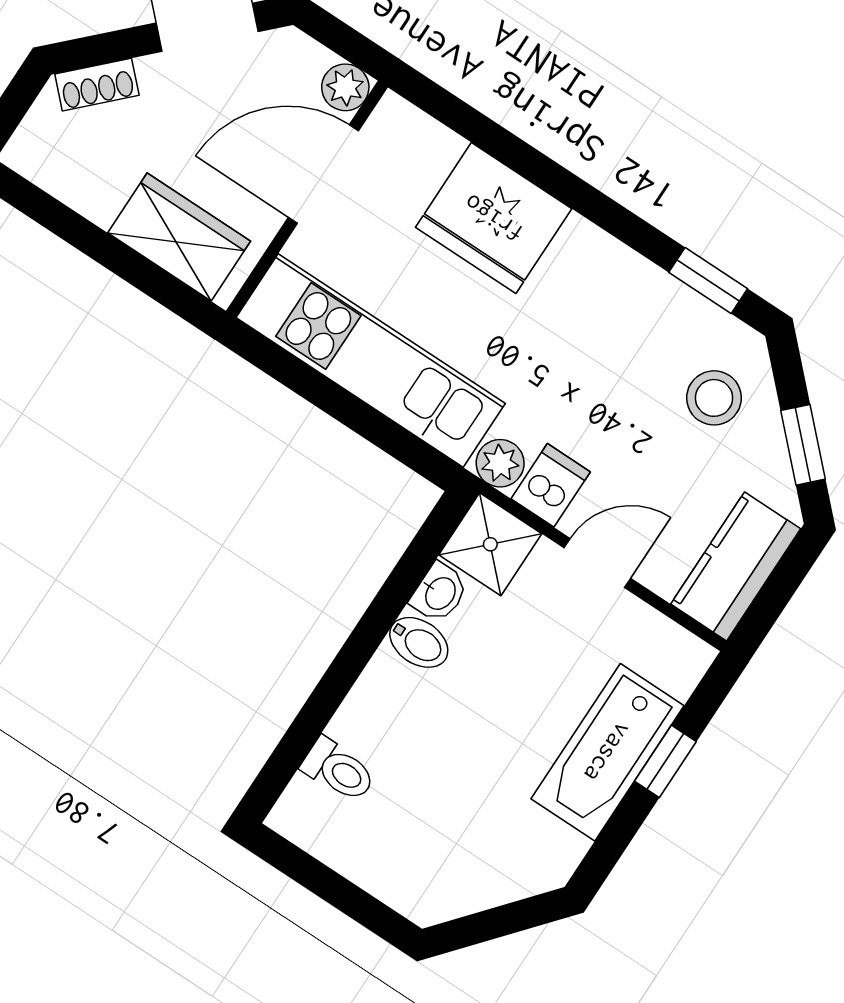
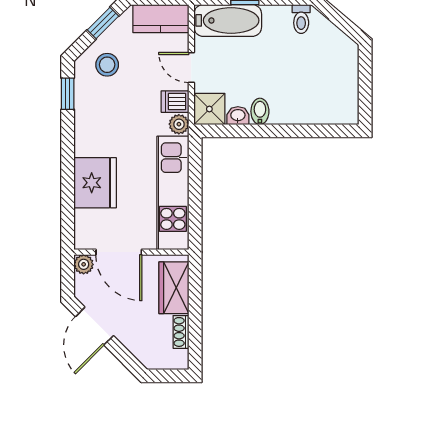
shoe rack: (97, 85) -> (181, 332), moved, turned -135
bathtub: (608, 752) -> (228, 20), moved
toilet: (338, 770) -> (301, 19), moved, turned 180

